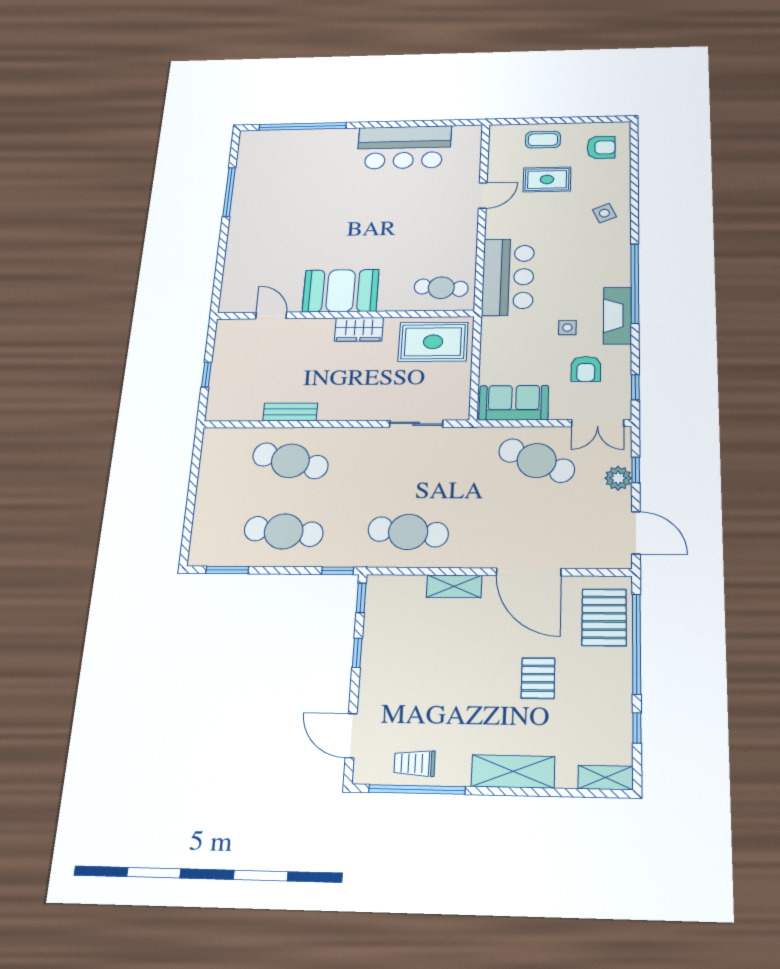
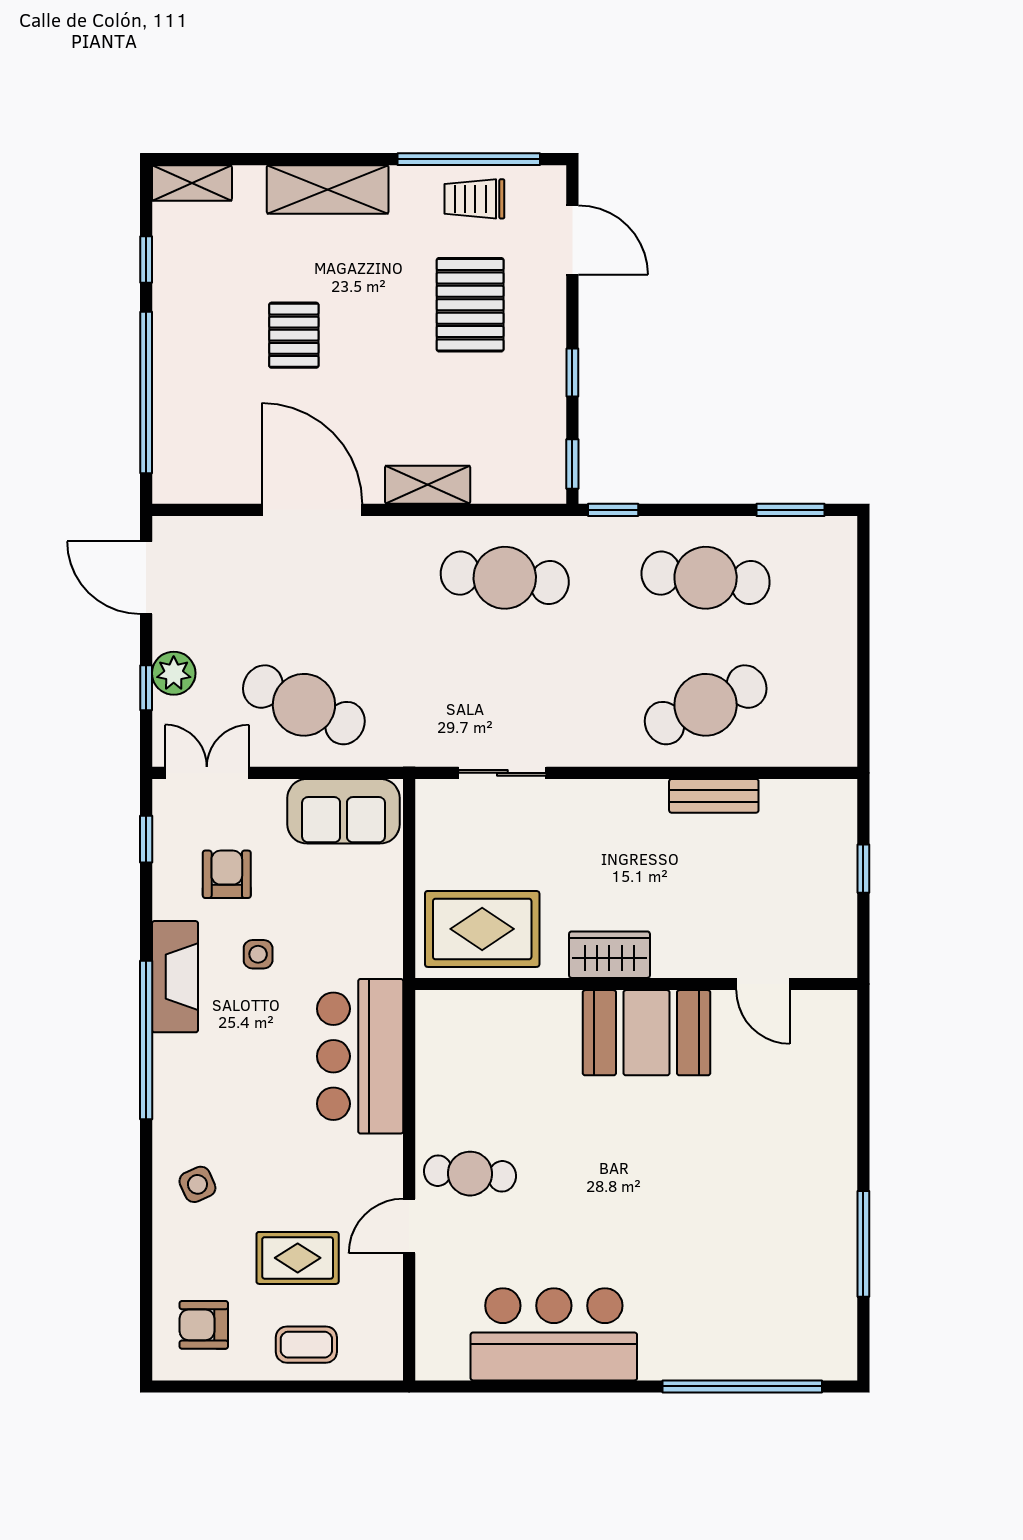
cafe table: (441, 288) -> (470, 1174), moved
cafe table: (290, 461) -> (706, 705), turned -39
pallet: (604, 617) -> (470, 305), moved
trolley: (414, 763) -> (474, 199), turned 180

